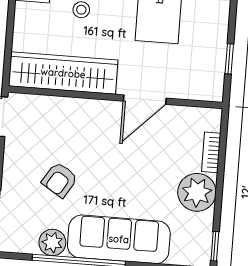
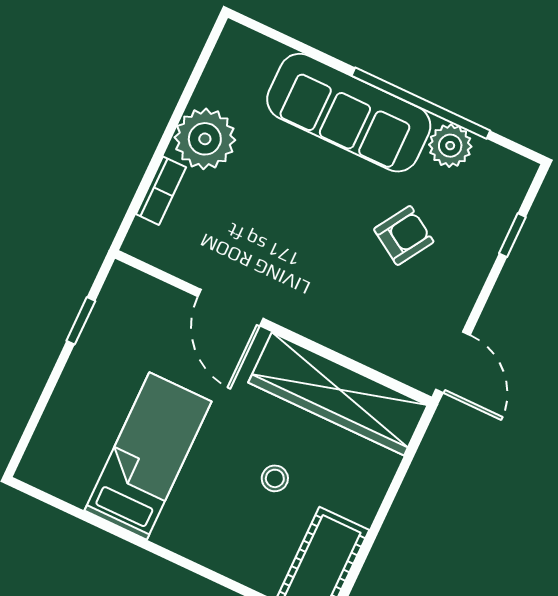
door: (145, 100) -> (230, 308), swing flipped
window: (215, 246) -> (209, 48), removed

